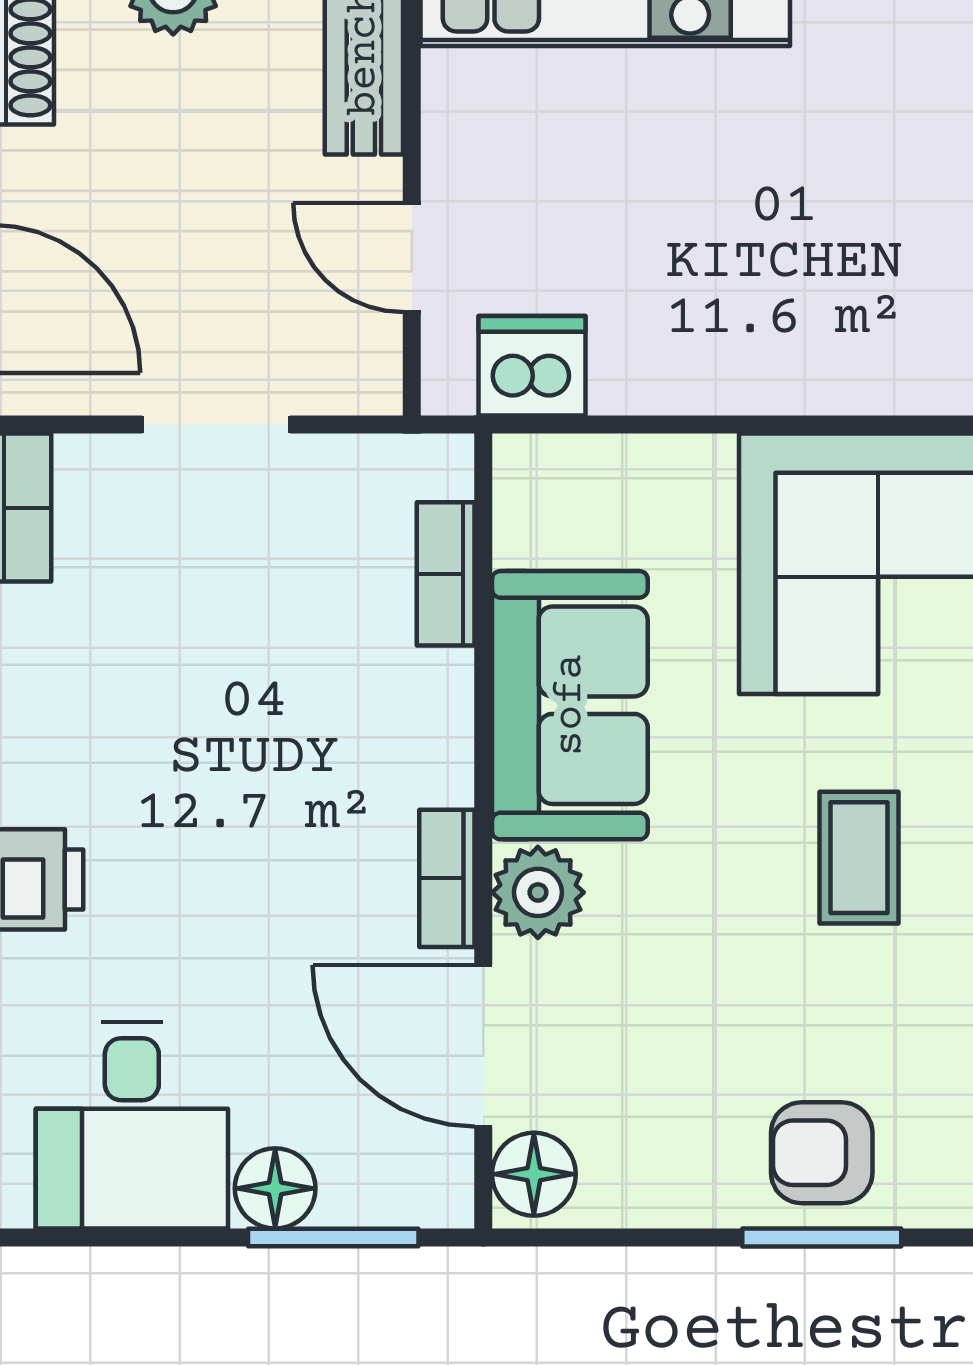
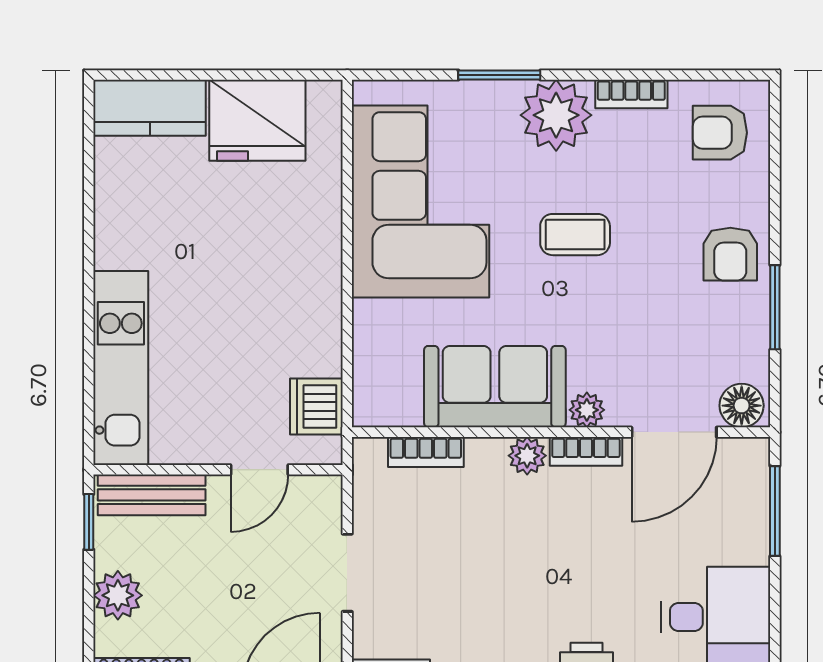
plant: (438, 767) -> (527, 456), added
plant: (538, 892) -> (587, 410), width x0.73, depth x0.73
floor lamp: (275, 1188) -> (749, 542), removed
window: (822, 1238) -> (775, 307), moved

